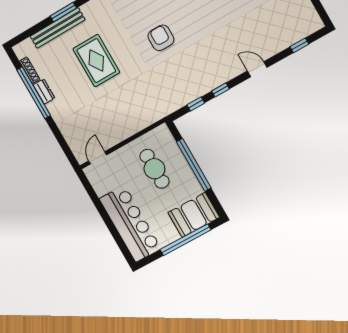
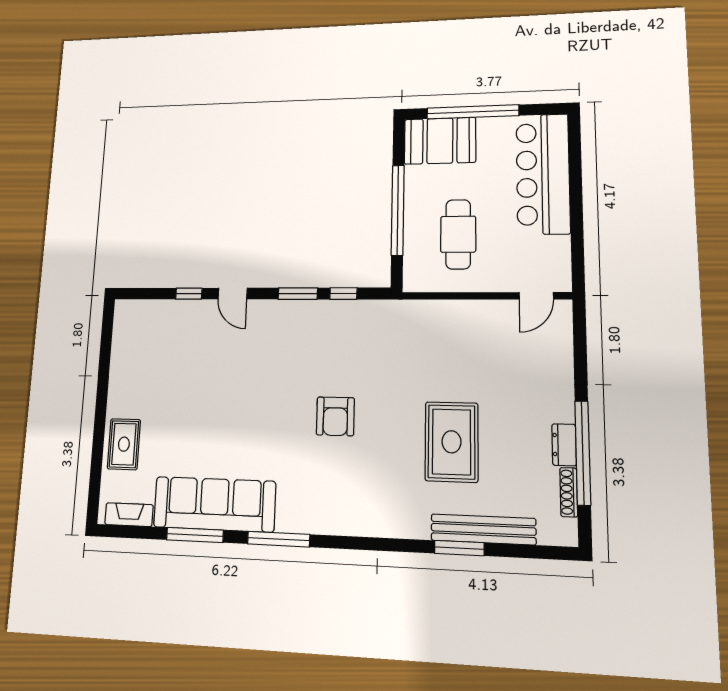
window: (299, 45) -> (189, 294), moved
window: (221, 90) -> (298, 294), width x1.50

